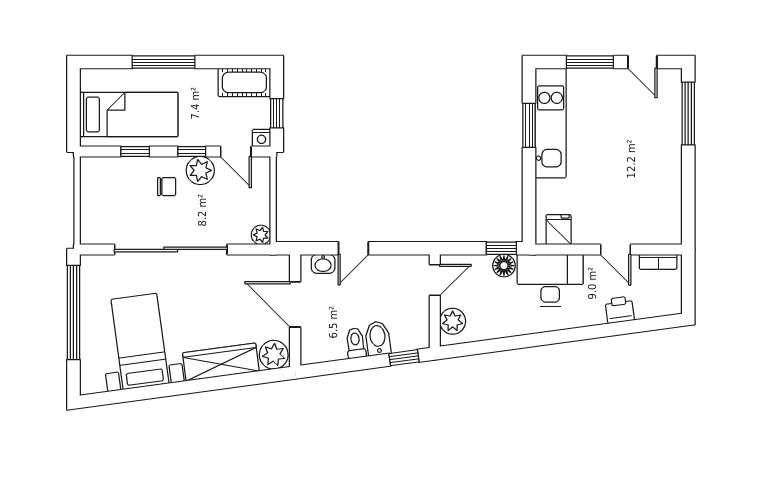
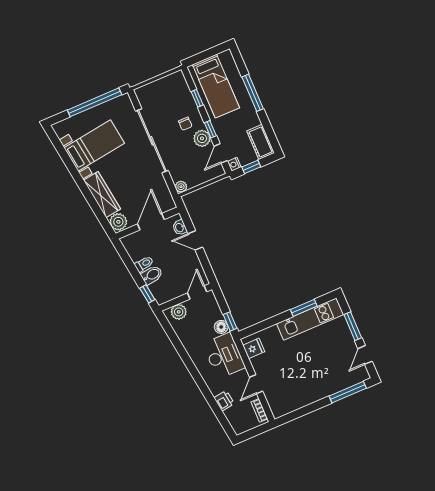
door: (435, 280) -> (197, 292), swing flipped

